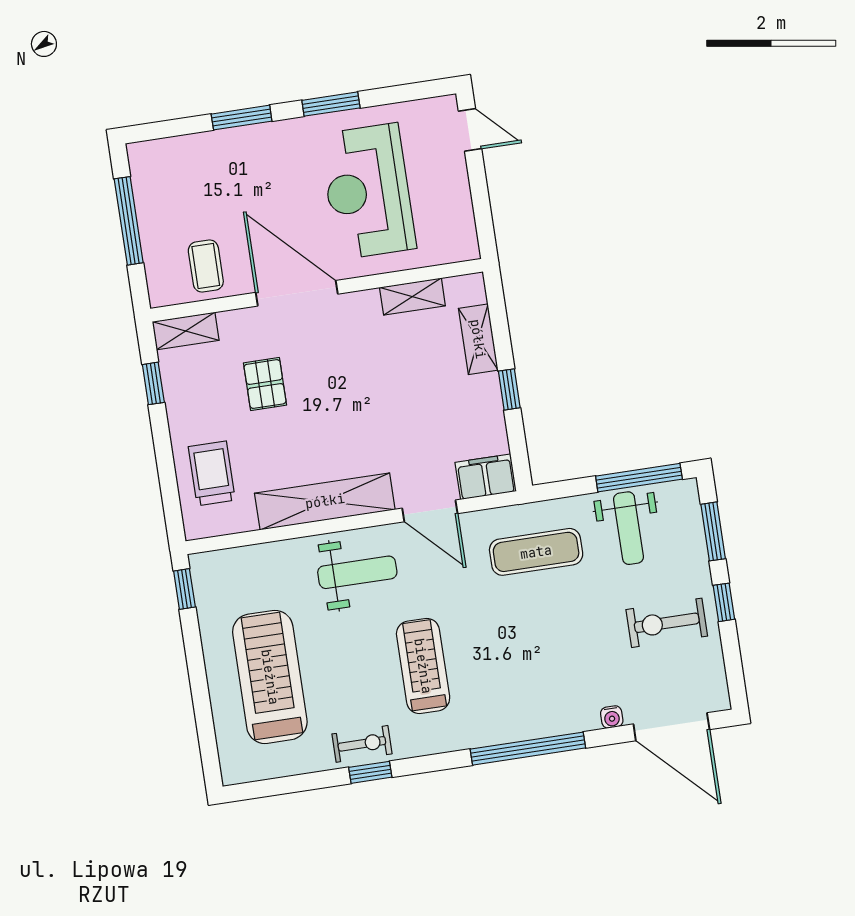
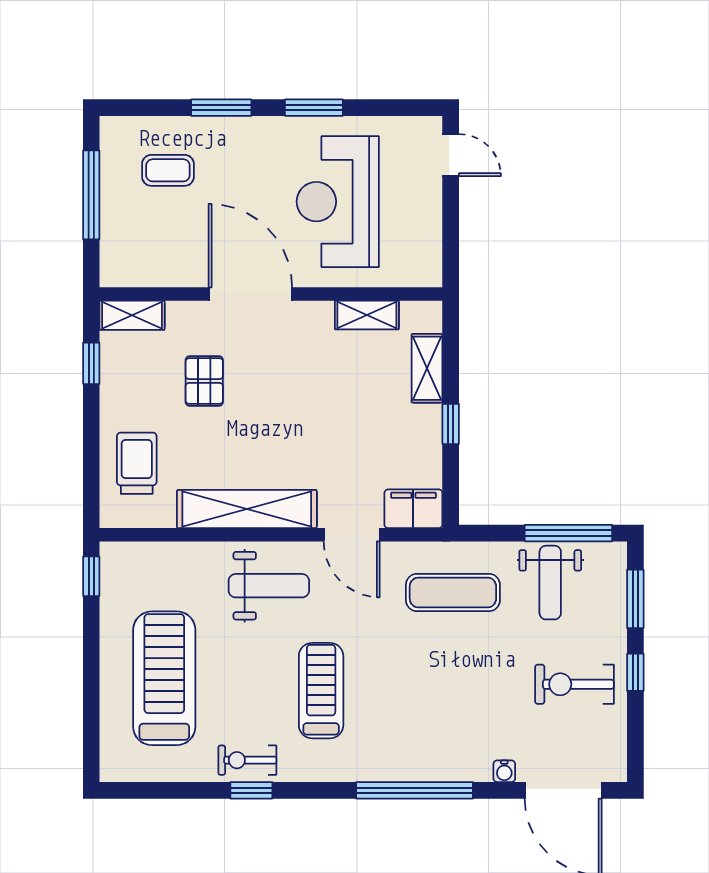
coffee table: (206, 266) -> (168, 170), moved, turned 90
exercise bike: (362, 744) -> (247, 760), turned 180

